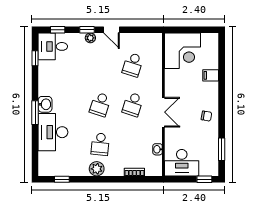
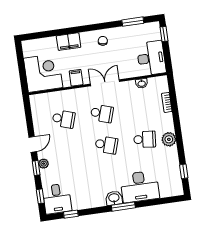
filing cabinet: (211, 75) -> (69, 42), width x2.00
filing cabinet: (173, 84) -> (76, 78), added

